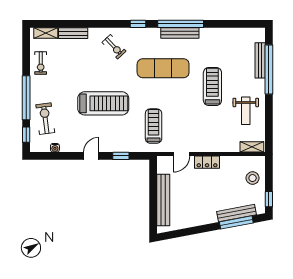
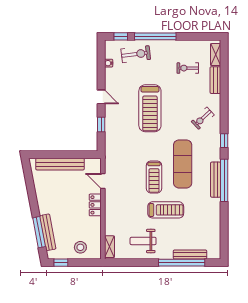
exercise bike: (41, 63) -> (188, 68), moved
treadmill: (154, 126) -> (154, 177), moved, turned 90

